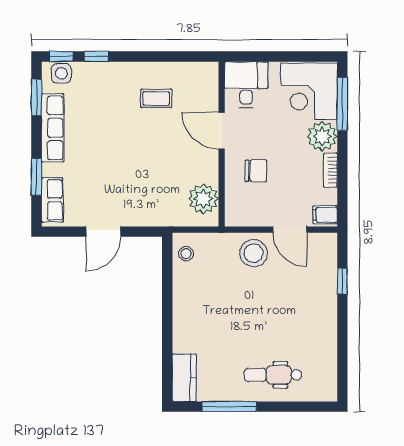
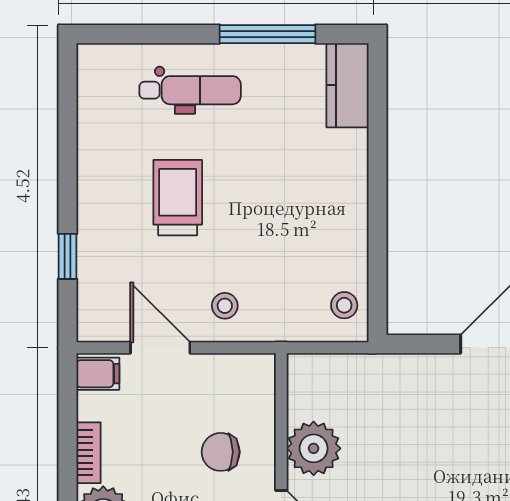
plant: (203, 199) -> (314, 448), moved
stool: (253, 253) -> (225, 306), width x0.53, depth x0.53
trolley: (280, 314) -> (178, 198), added

